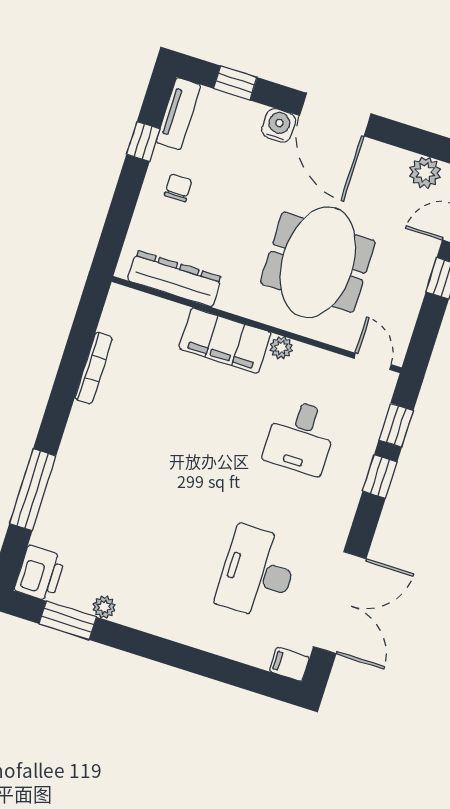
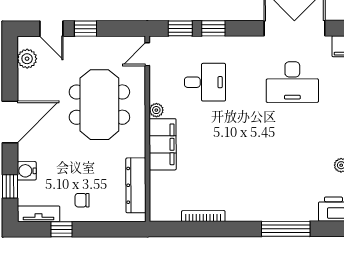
water cooler: (279, 125) -> (27, 171), moved
meeting table: (318, 262) -> (99, 105), turned 90

